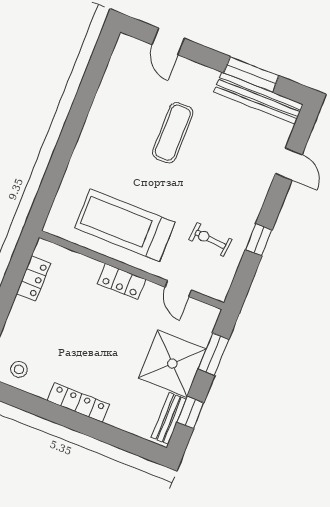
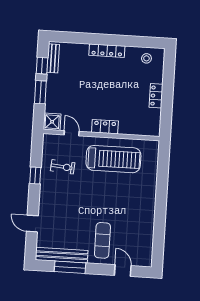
exercise mat: (173, 133) -> (102, 240), moved
locker: (33, 278) -> (156, 96), moved
window: (213, 354) -> (40, 92), moved
shower: (172, 364) -> (52, 122), moved, width x0.54, depth x0.54

